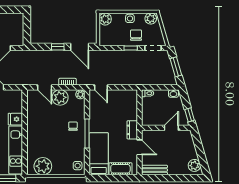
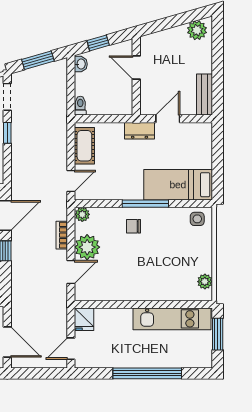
window: (190, 115) -> (98, 43), moved
fridge: (15, 119) -> (84, 319), moved
plant: (43, 166) -> (205, 282), width x0.53, depth x0.53
cot: (120, 169) -> (84, 146), moved

